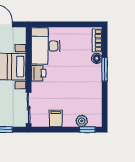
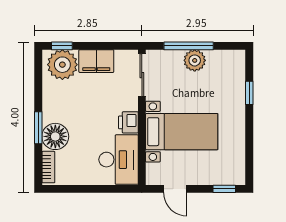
floor lamp: (97, 58) -> (55, 136), width x1.89, depth x1.89
filing cabinet: (56, 118) -> (96, 61), width x2.00
plant: (82, 121) -> (62, 65), width x1.88, depth x1.88

